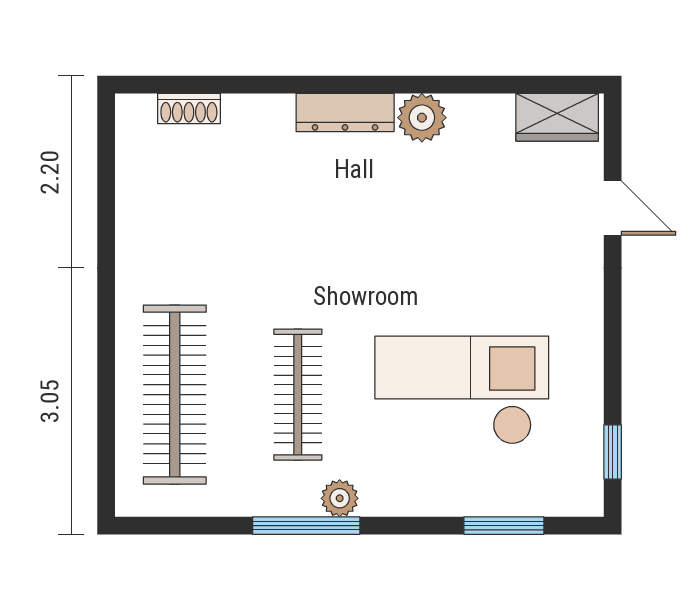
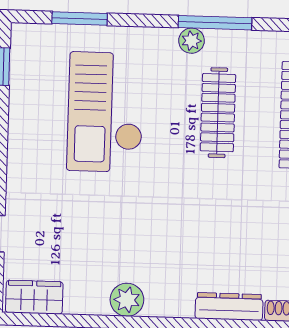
dresser: (345, 112) -> (229, 307), moved
checkout: (462, 390) -> (105, 112), turned 90

